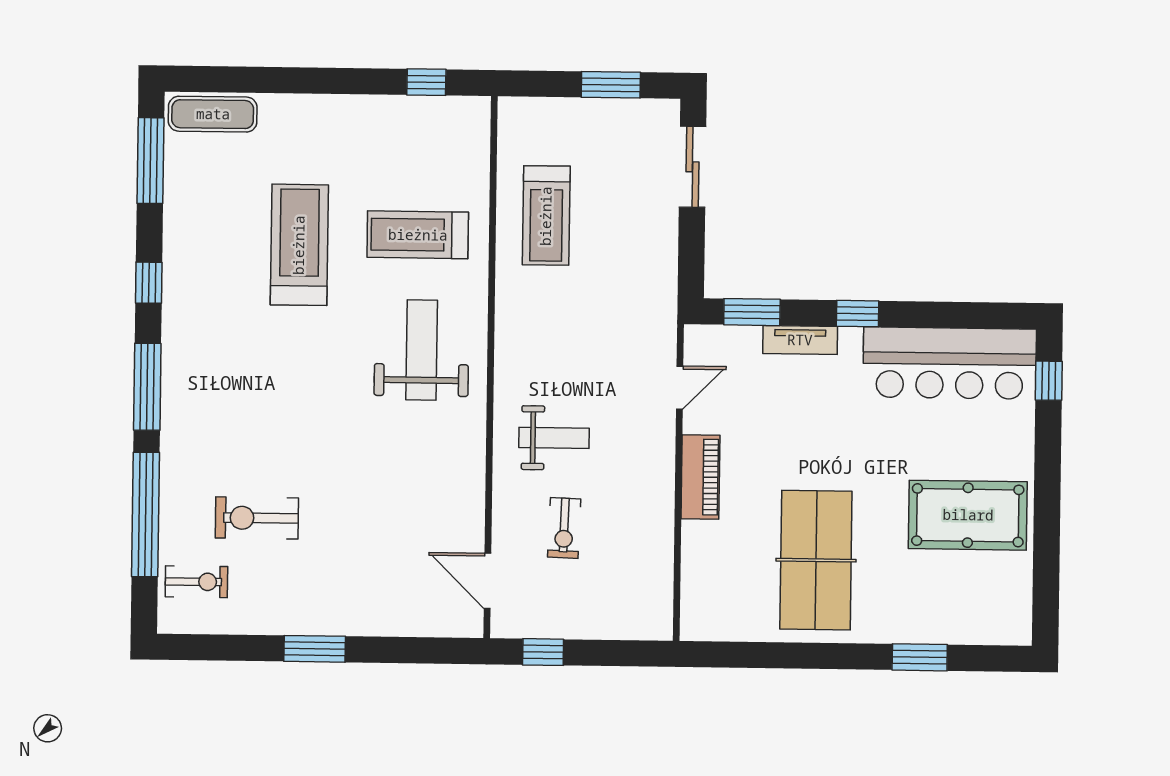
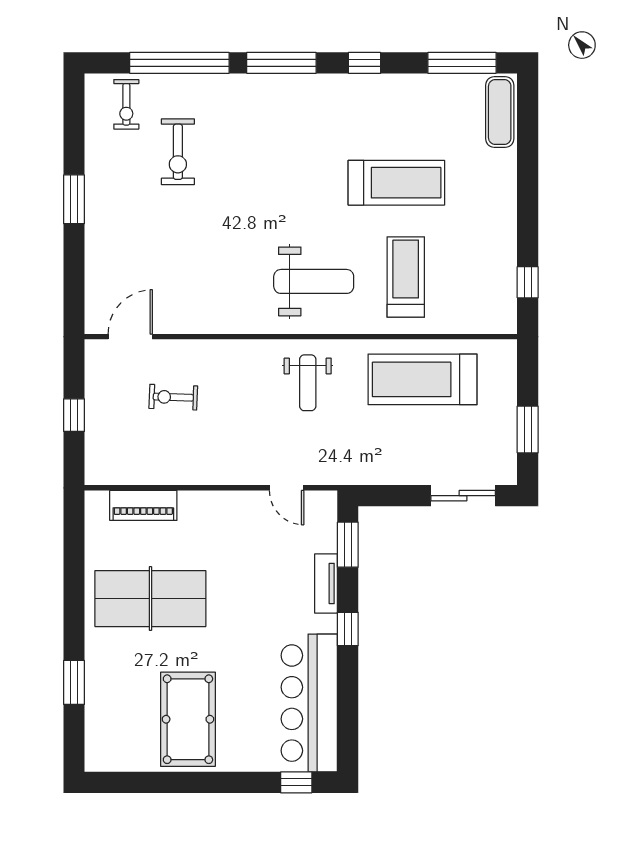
treadmill: (546, 216) -> (423, 379), width x1.37, depth x1.38
weight bench: (554, 438) -> (308, 383), moved
piano: (700, 477) -> (143, 505), moved
exercise bike: (257, 518) -> (178, 152), turned 180
window: (543, 652) -> (74, 415), moved

